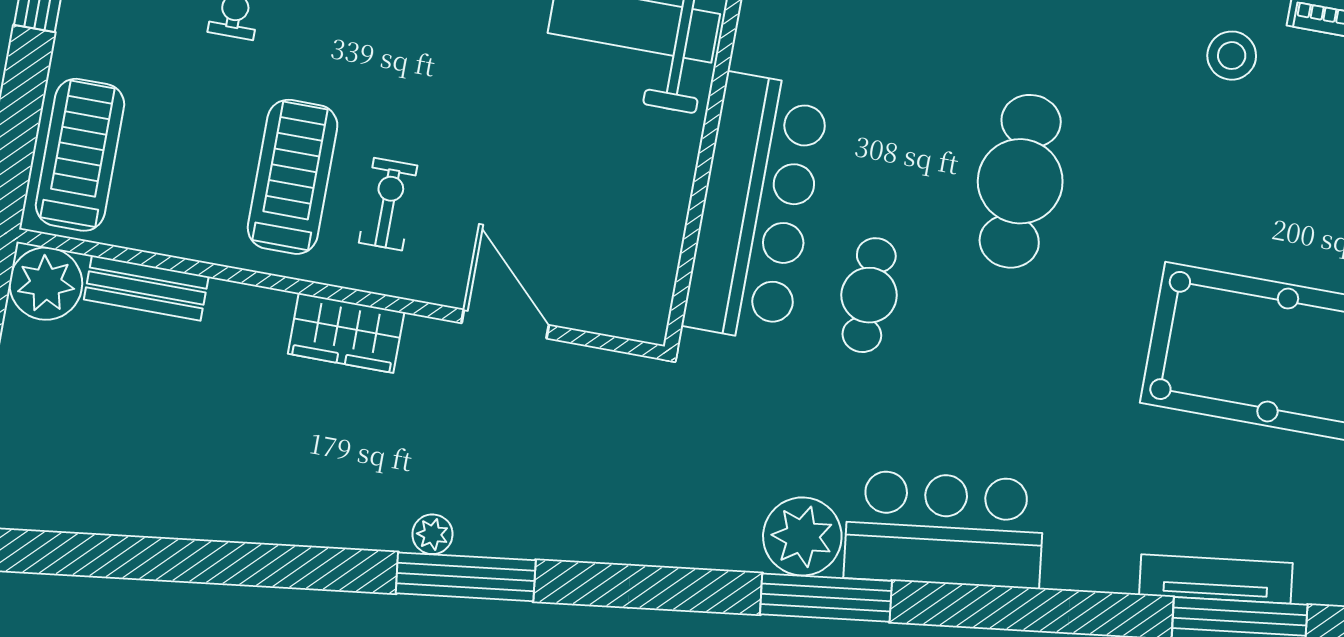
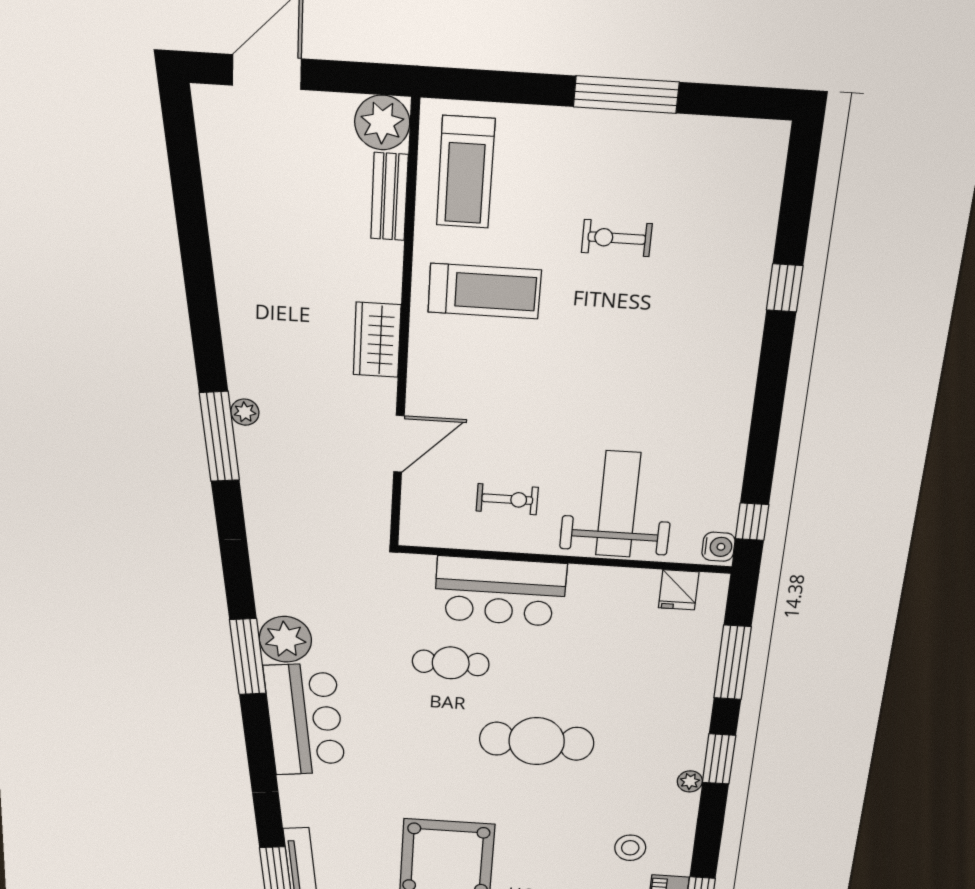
treadmill: (80, 155) -> (466, 172), moved, turned 90
exercise bike: (388, 204) -> (507, 499), moved
bar counter: (756, 208) -> (500, 591), width x0.73

